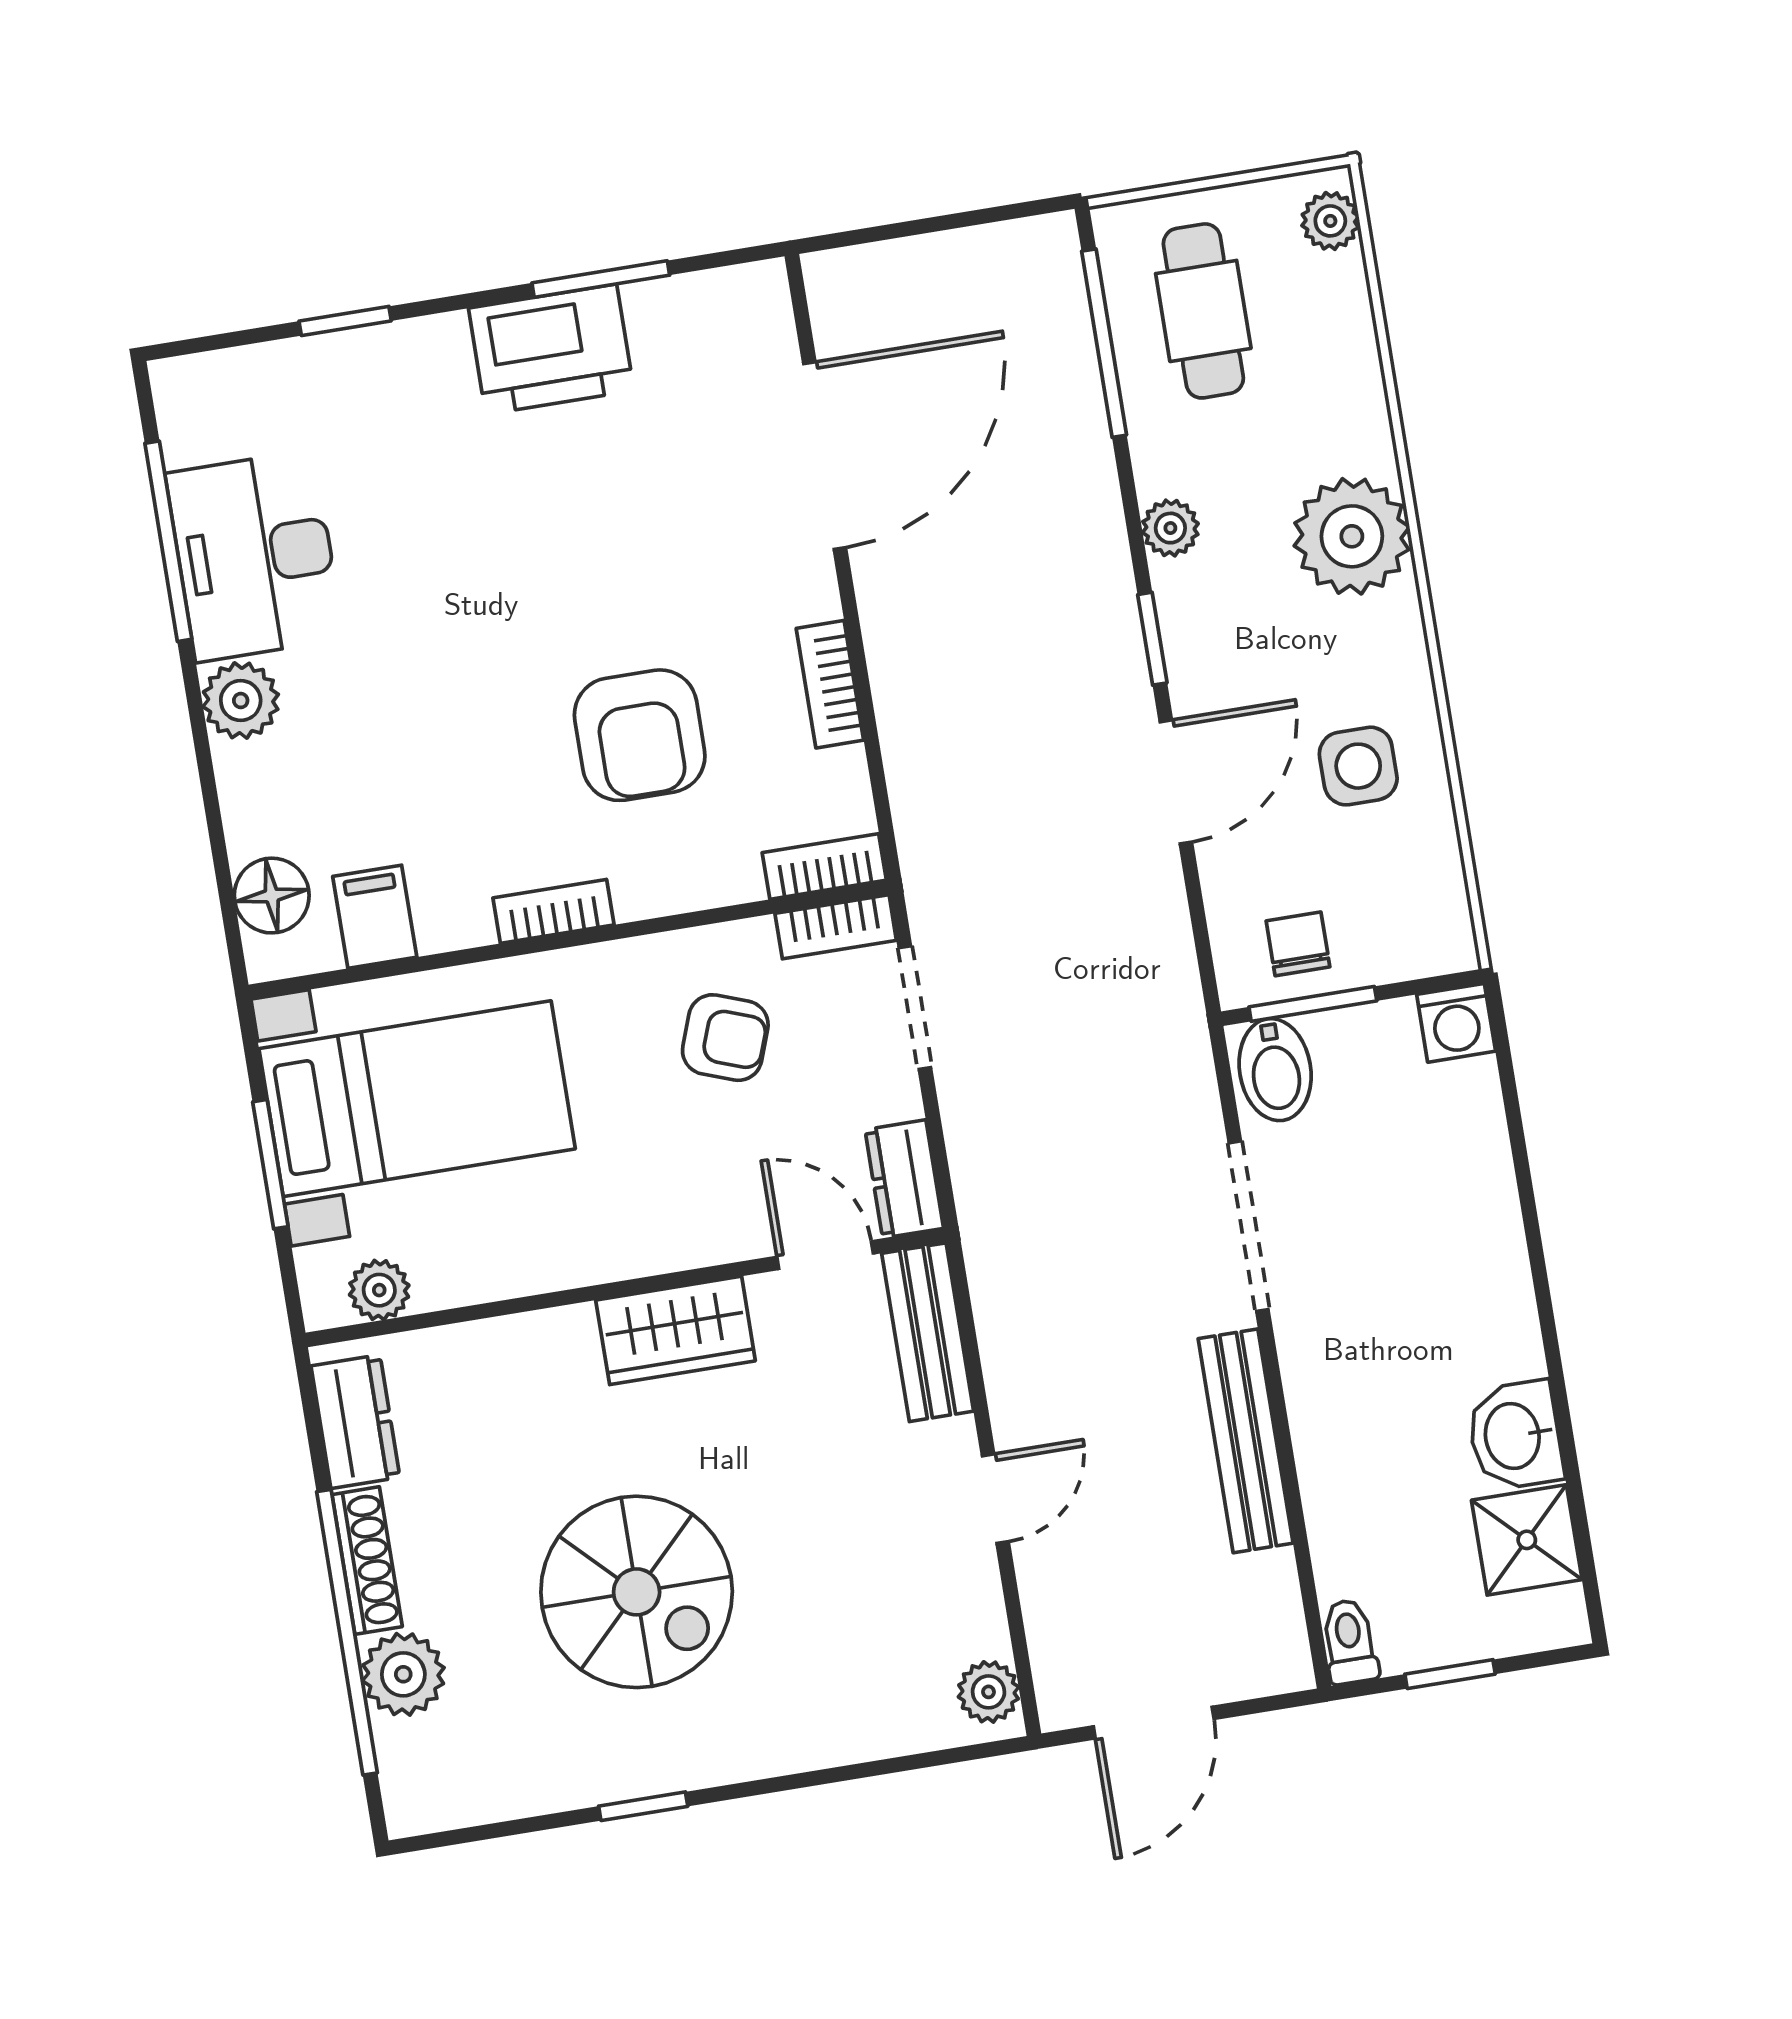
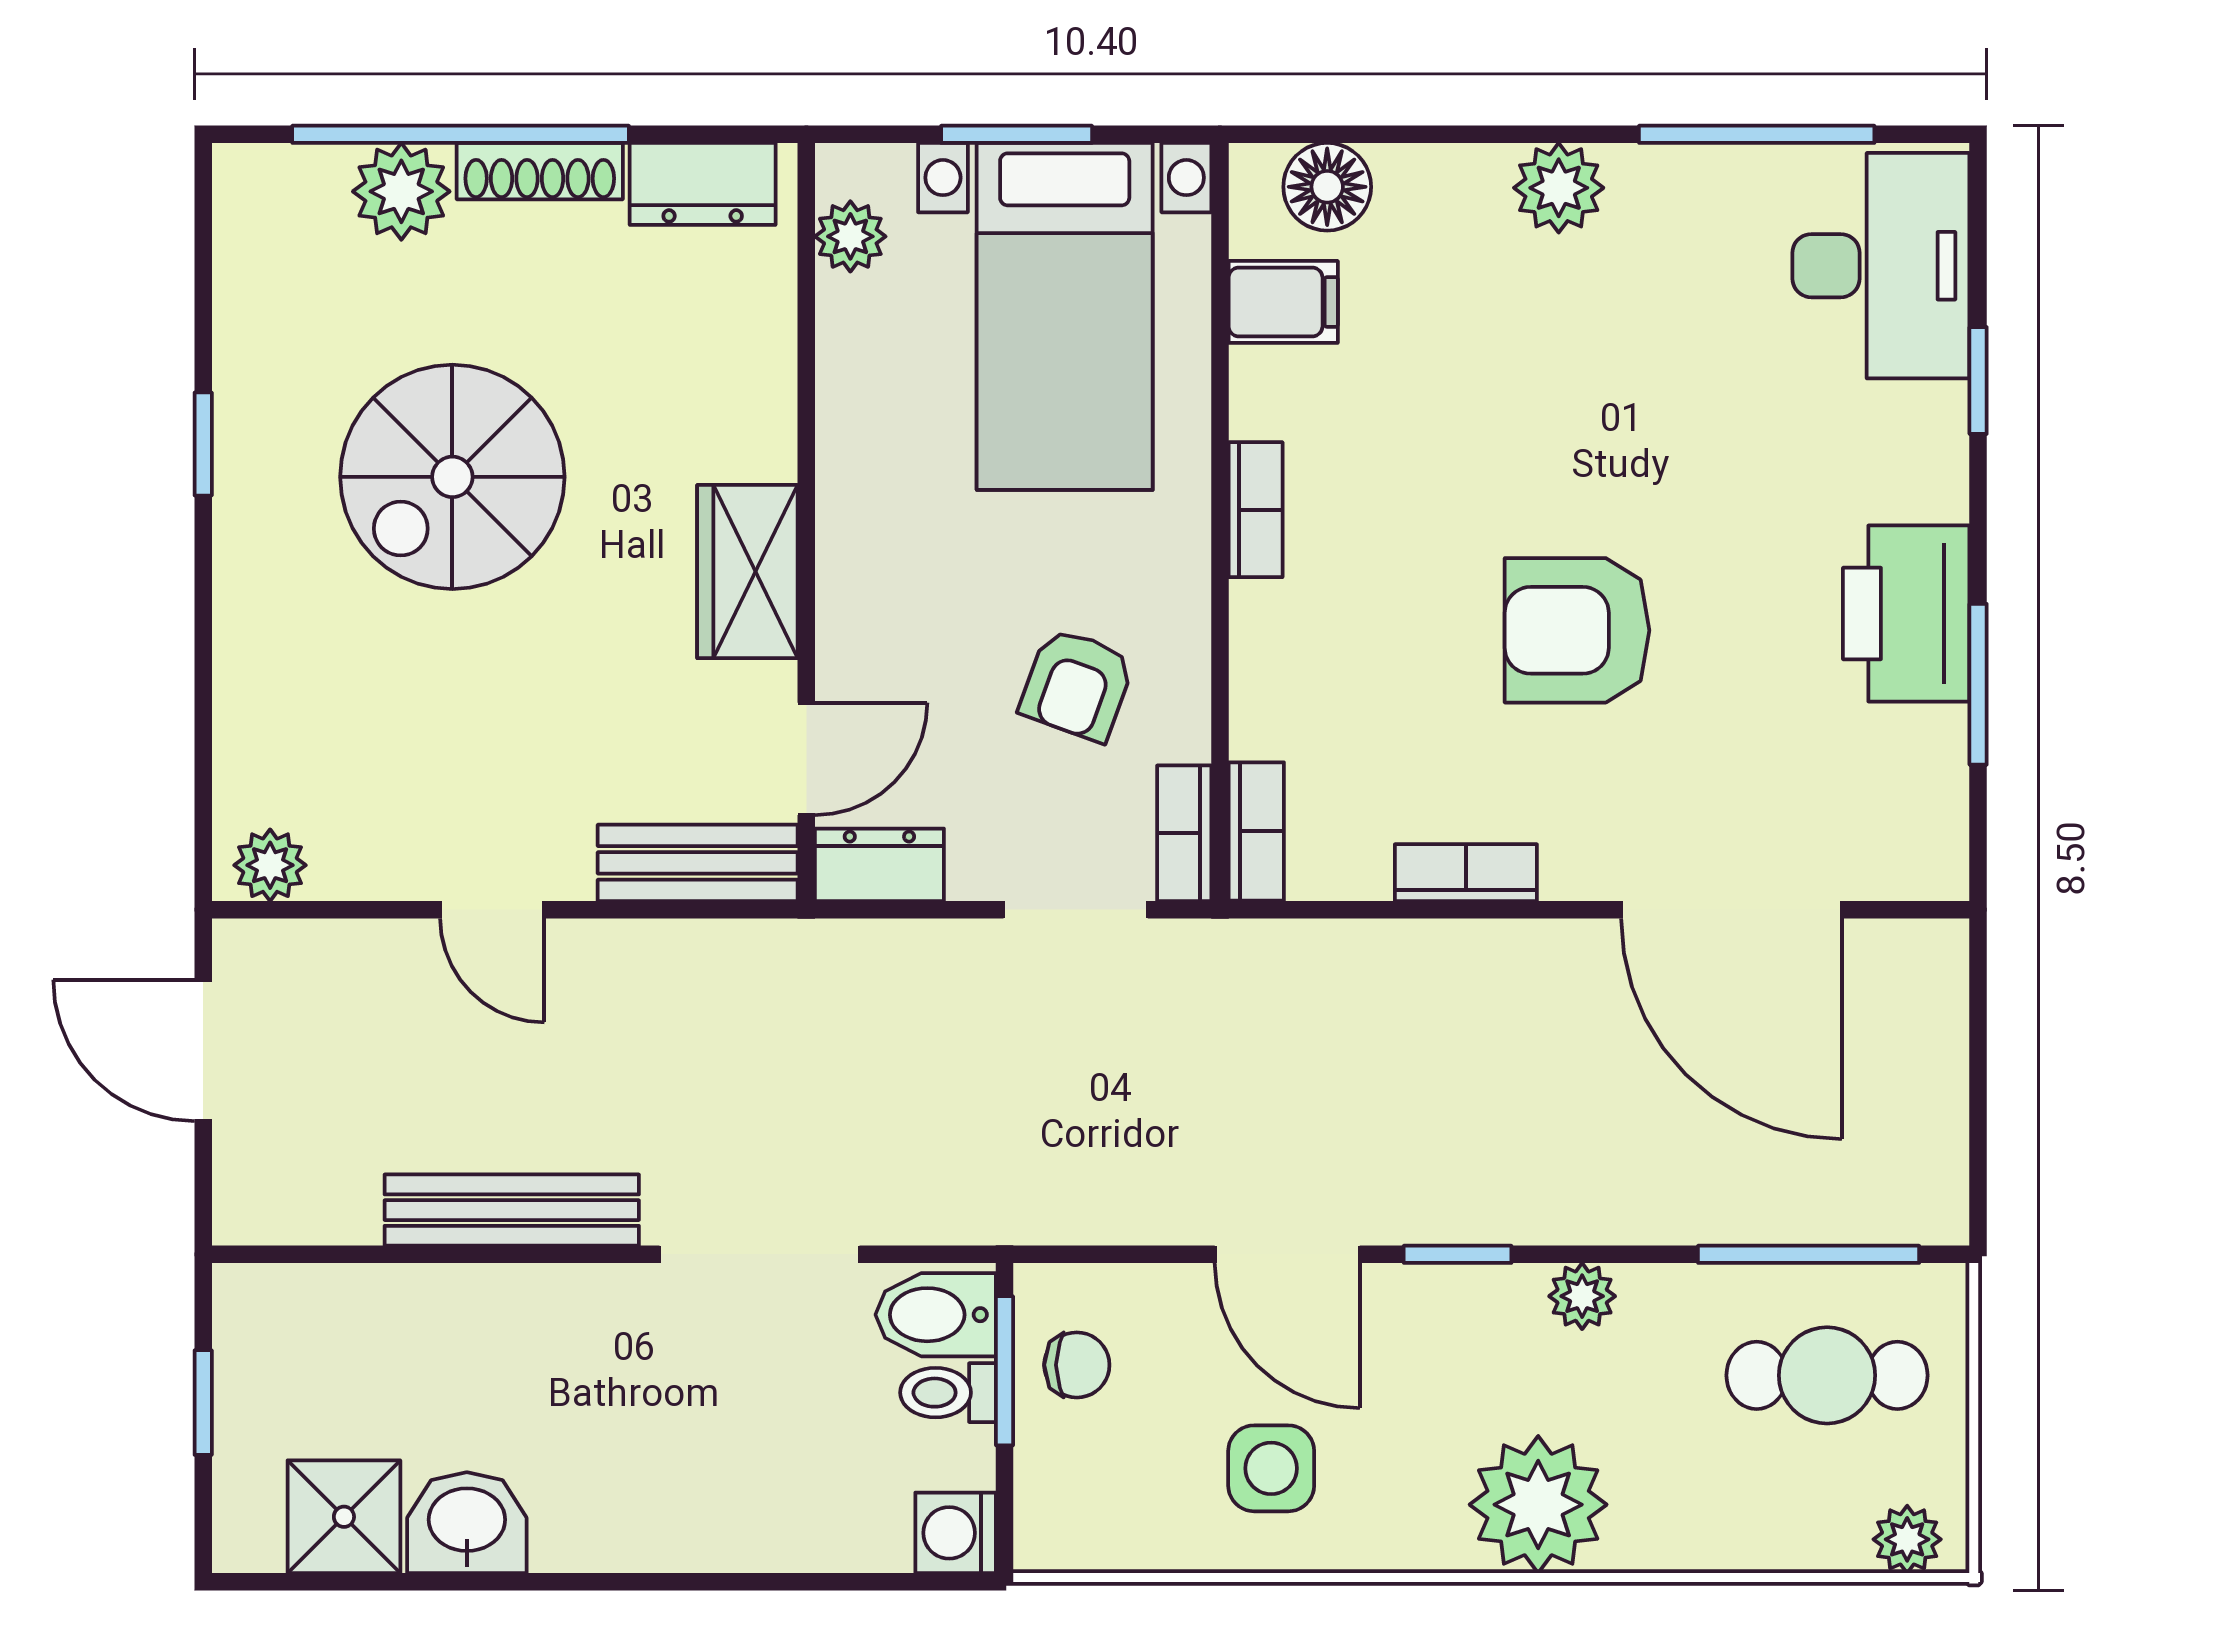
desk: (255, 556) -> (1881, 266), moved, turned 90
armchair: (640, 735) -> (1577, 630), moved
toilet: (1350, 1642) -> (948, 1393), moved, turned 180

